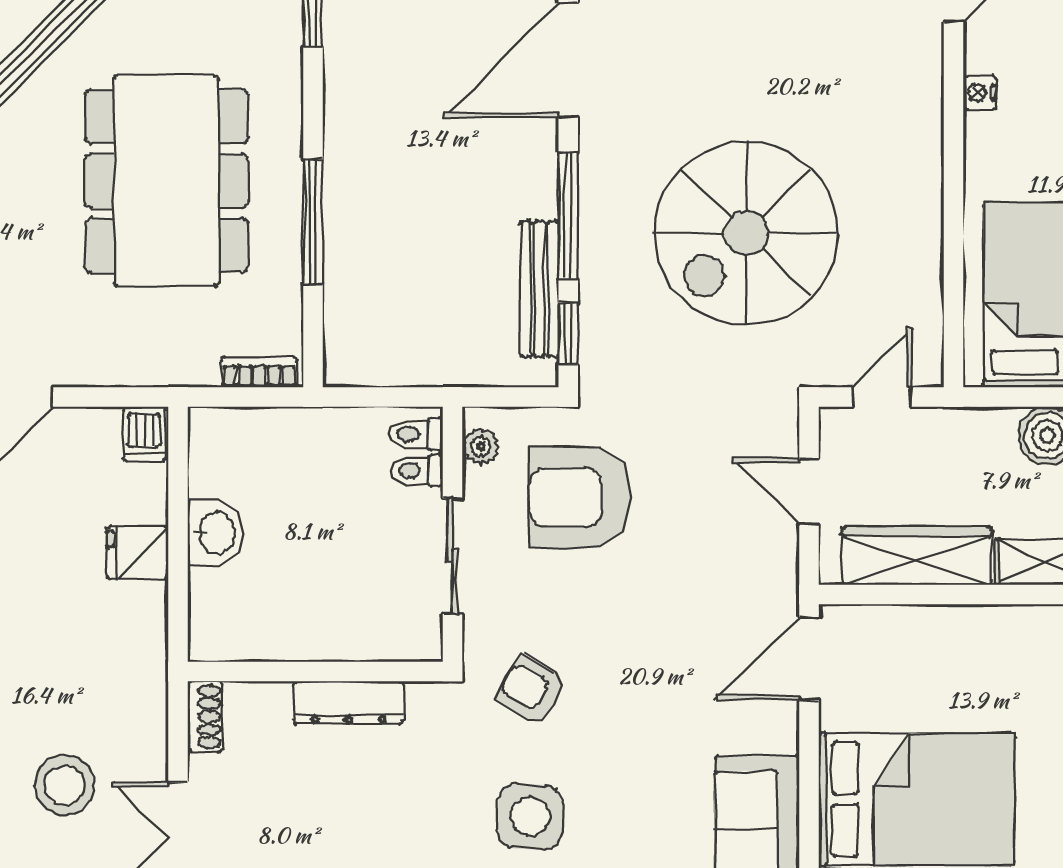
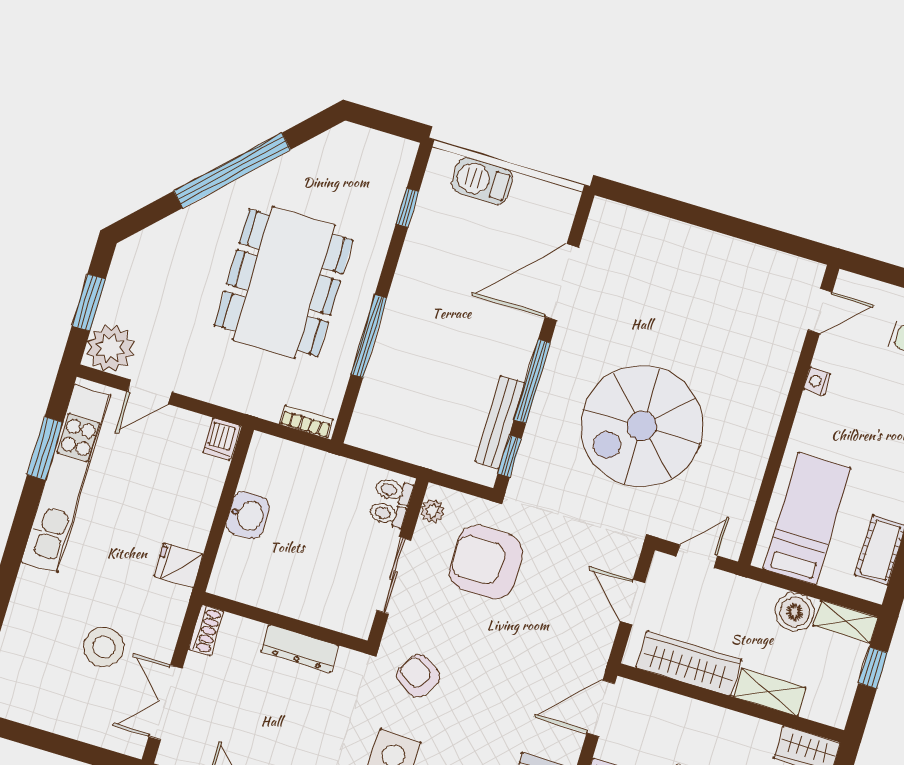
fridge: (137, 552) -> (178, 566), moved

